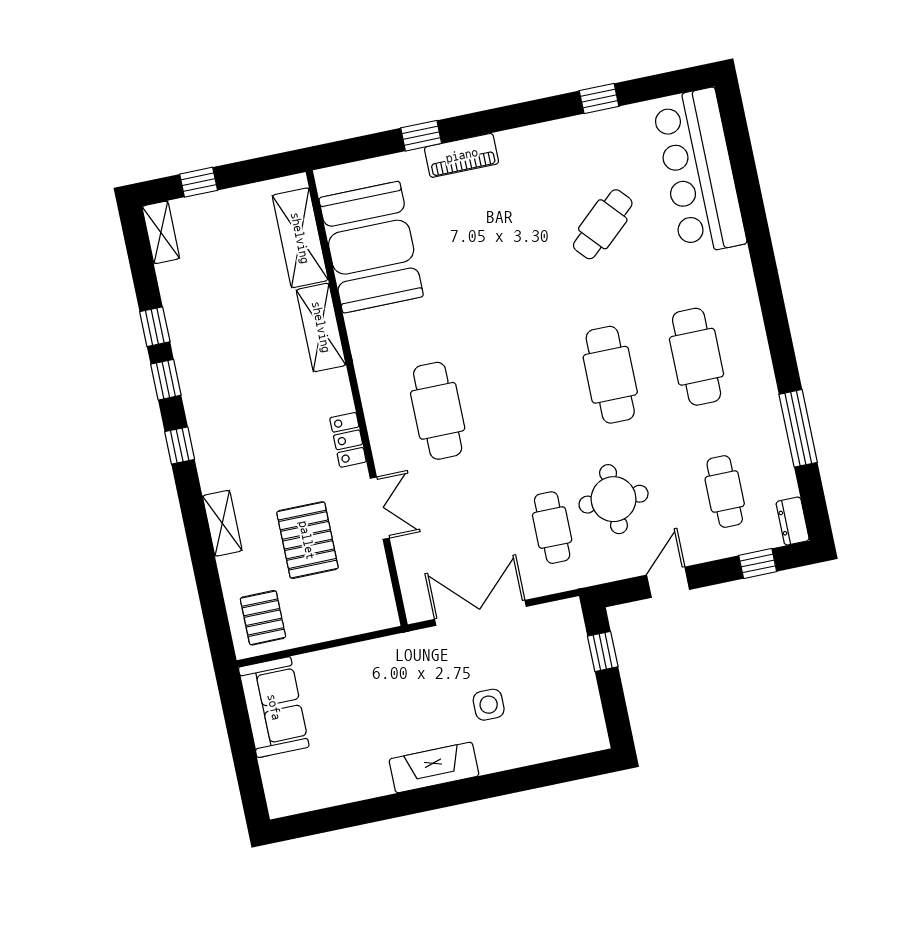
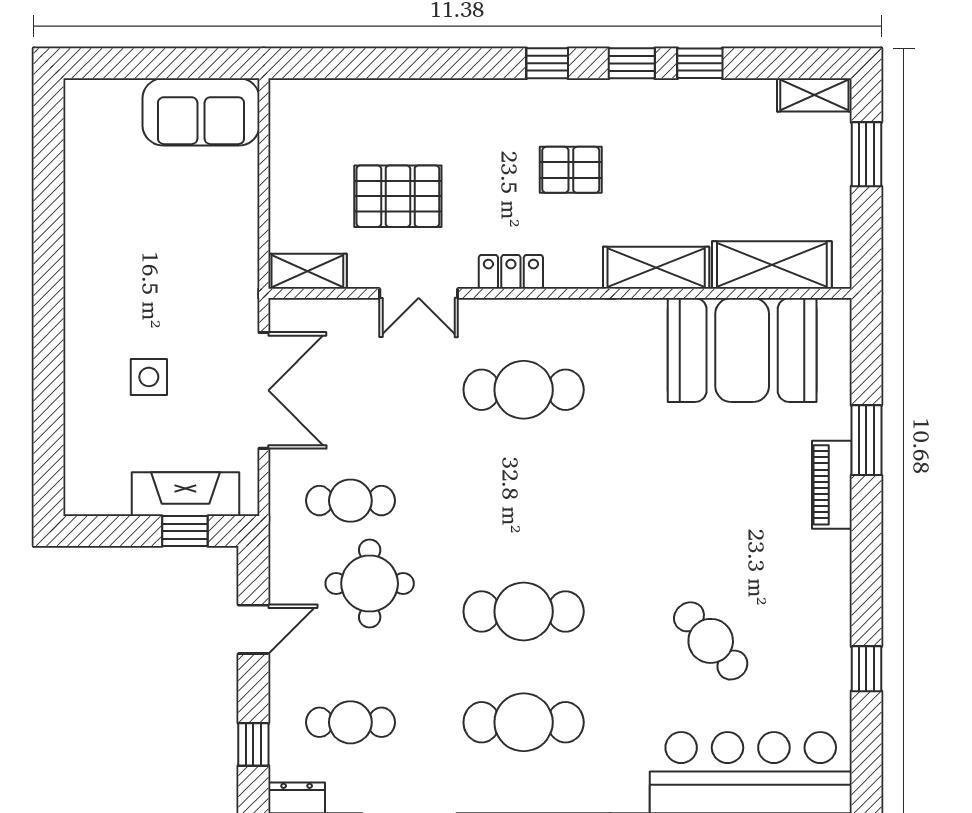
window: (421, 136) -> (866, 440), width x1.50
window: (199, 182) -> (866, 154), width x1.50
shelving: (222, 523) -> (307, 271), moved
door: (668, 582) -> (253, 629), hinge flipped
pallet: (263, 618) -> (571, 170), moved
fireplace: (434, 768) -> (185, 494), moved, turned -90

